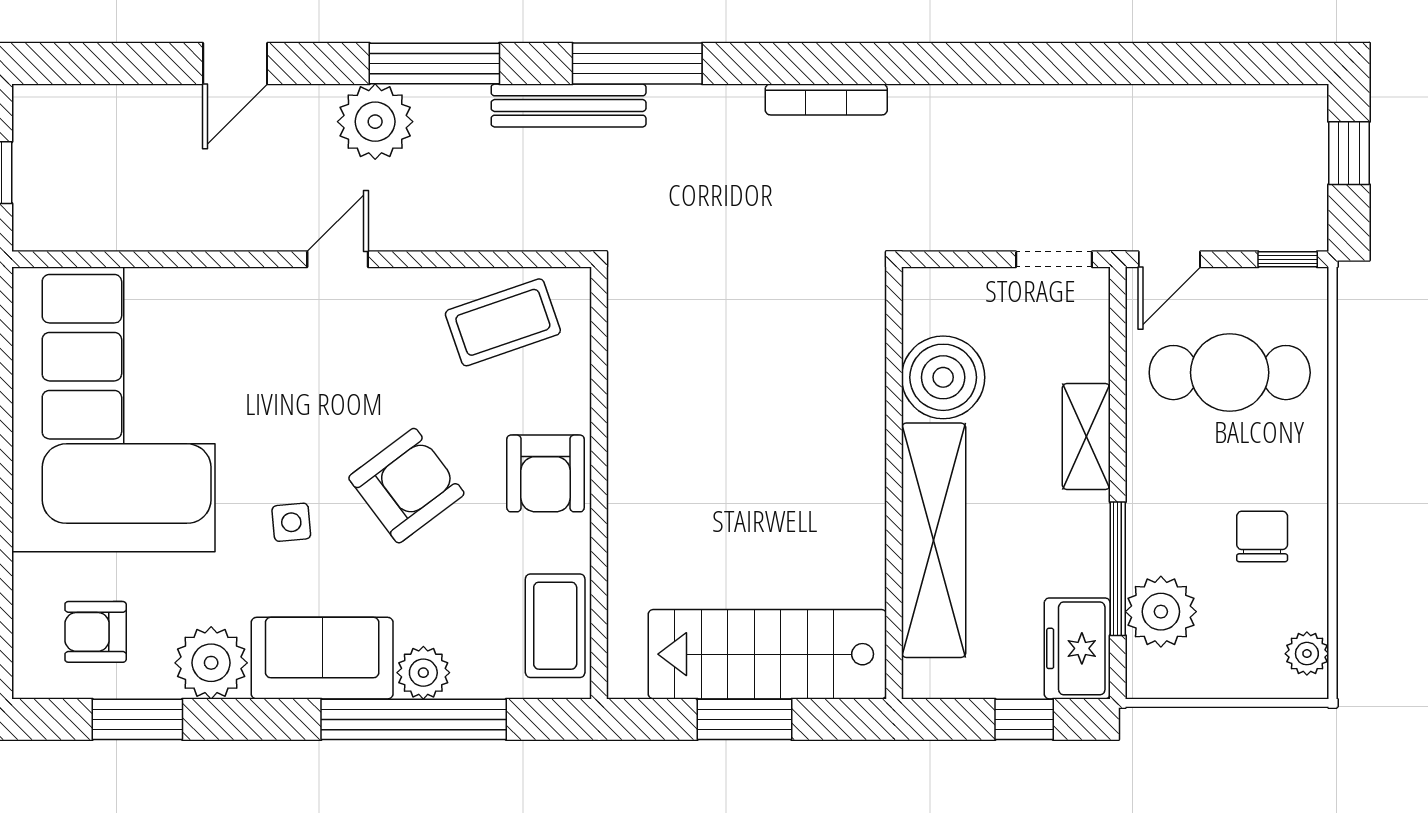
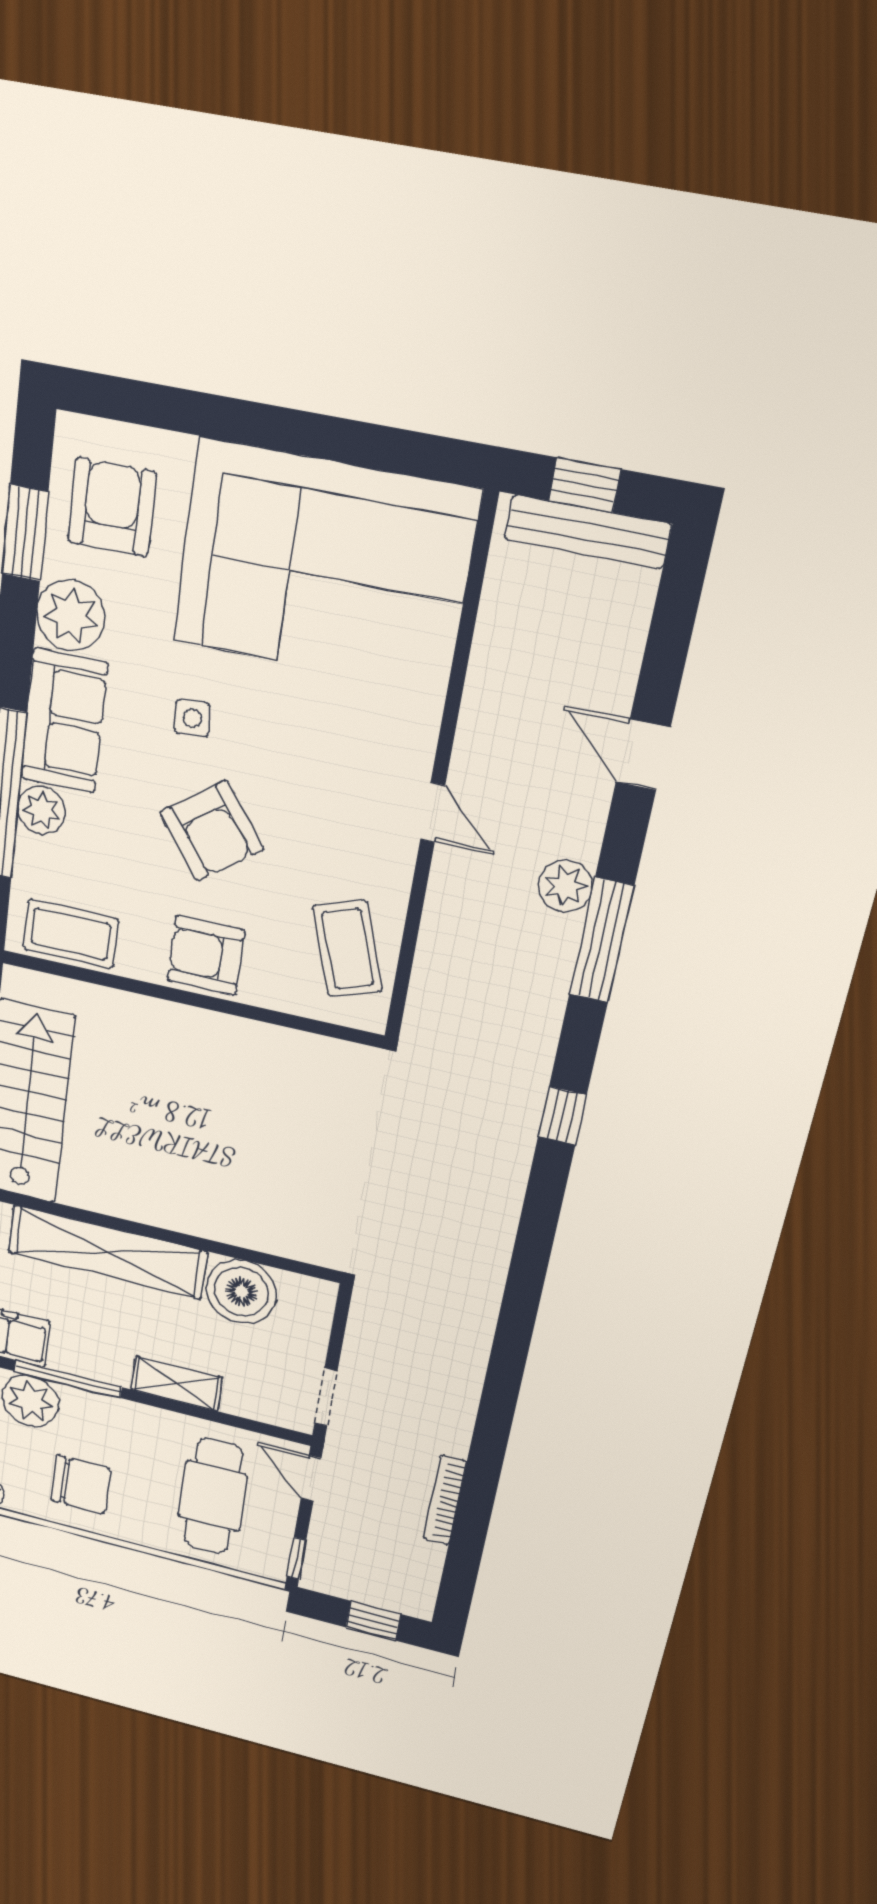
window: (637, 64) -> (562, 1116), width x0.46
bookcase: (826, 99) -> (445, 1500), moved
bench: (569, 106) -> (588, 532), moved, turned 90
plant: (375, 122) -> (565, 886), width x0.73, depth x0.73
chair: (1262, 536) -> (81, 1485), width x1.37, depth x1.37
armchair: (96, 632) -> (112, 507), width x1.38, depth x1.38

